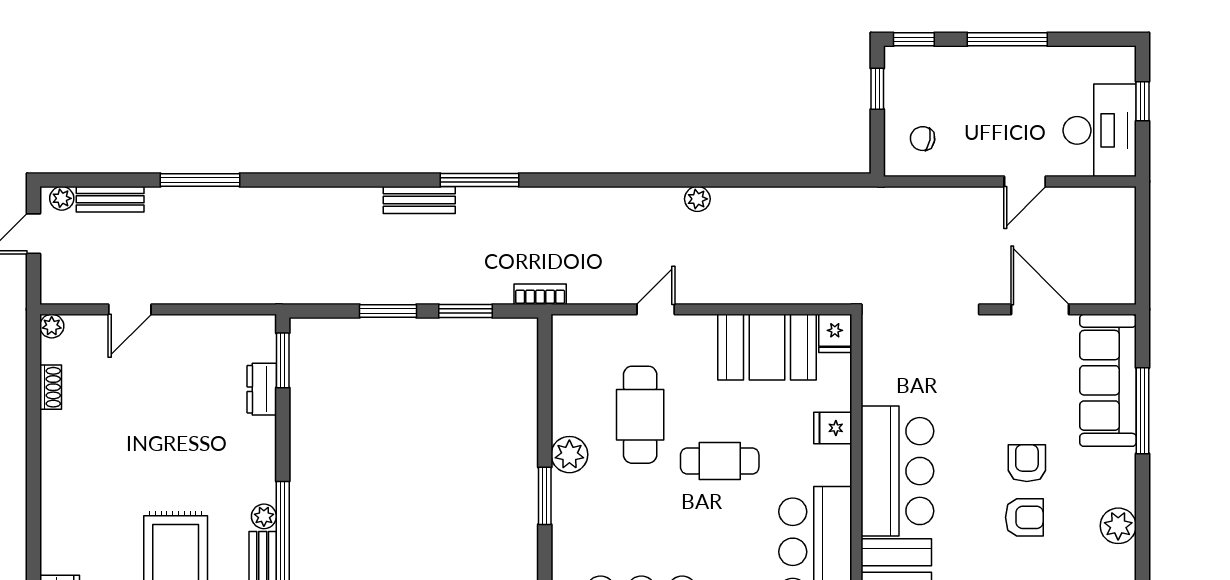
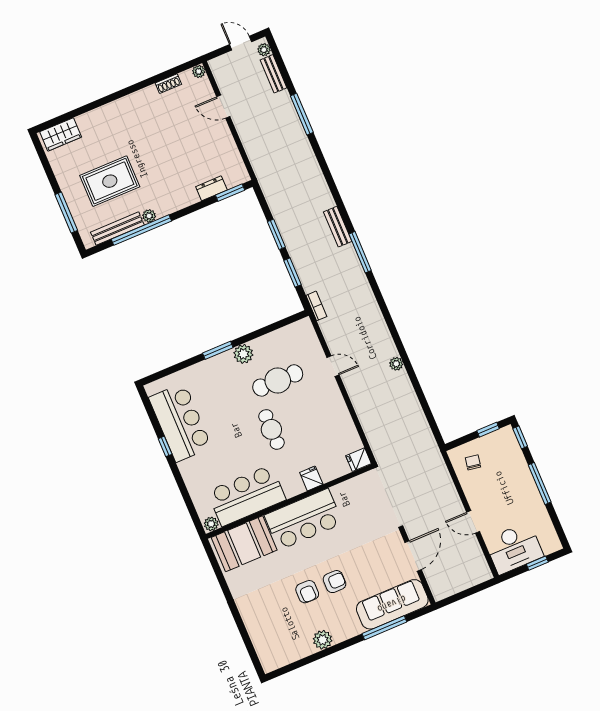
booth: (767, 347) -> (338, 429), removed

